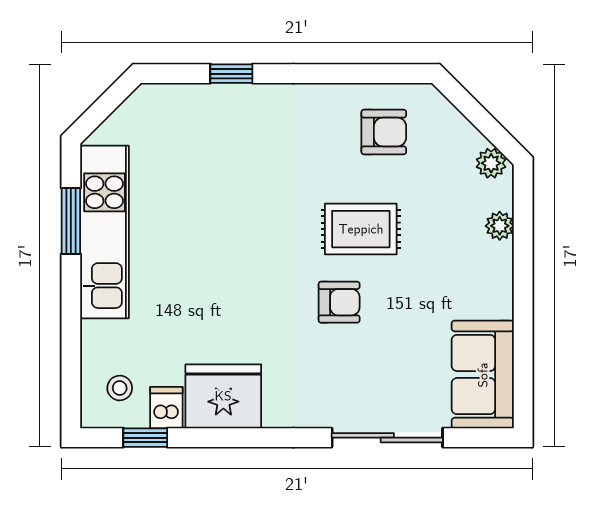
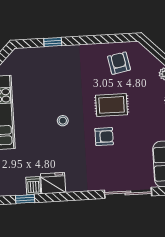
armchair: (384, 132) -> (119, 63), turned -101
stool: (120, 388) -> (63, 121), moved
fridge: (223, 396) -> (53, 183), width x0.73, depth x0.75

